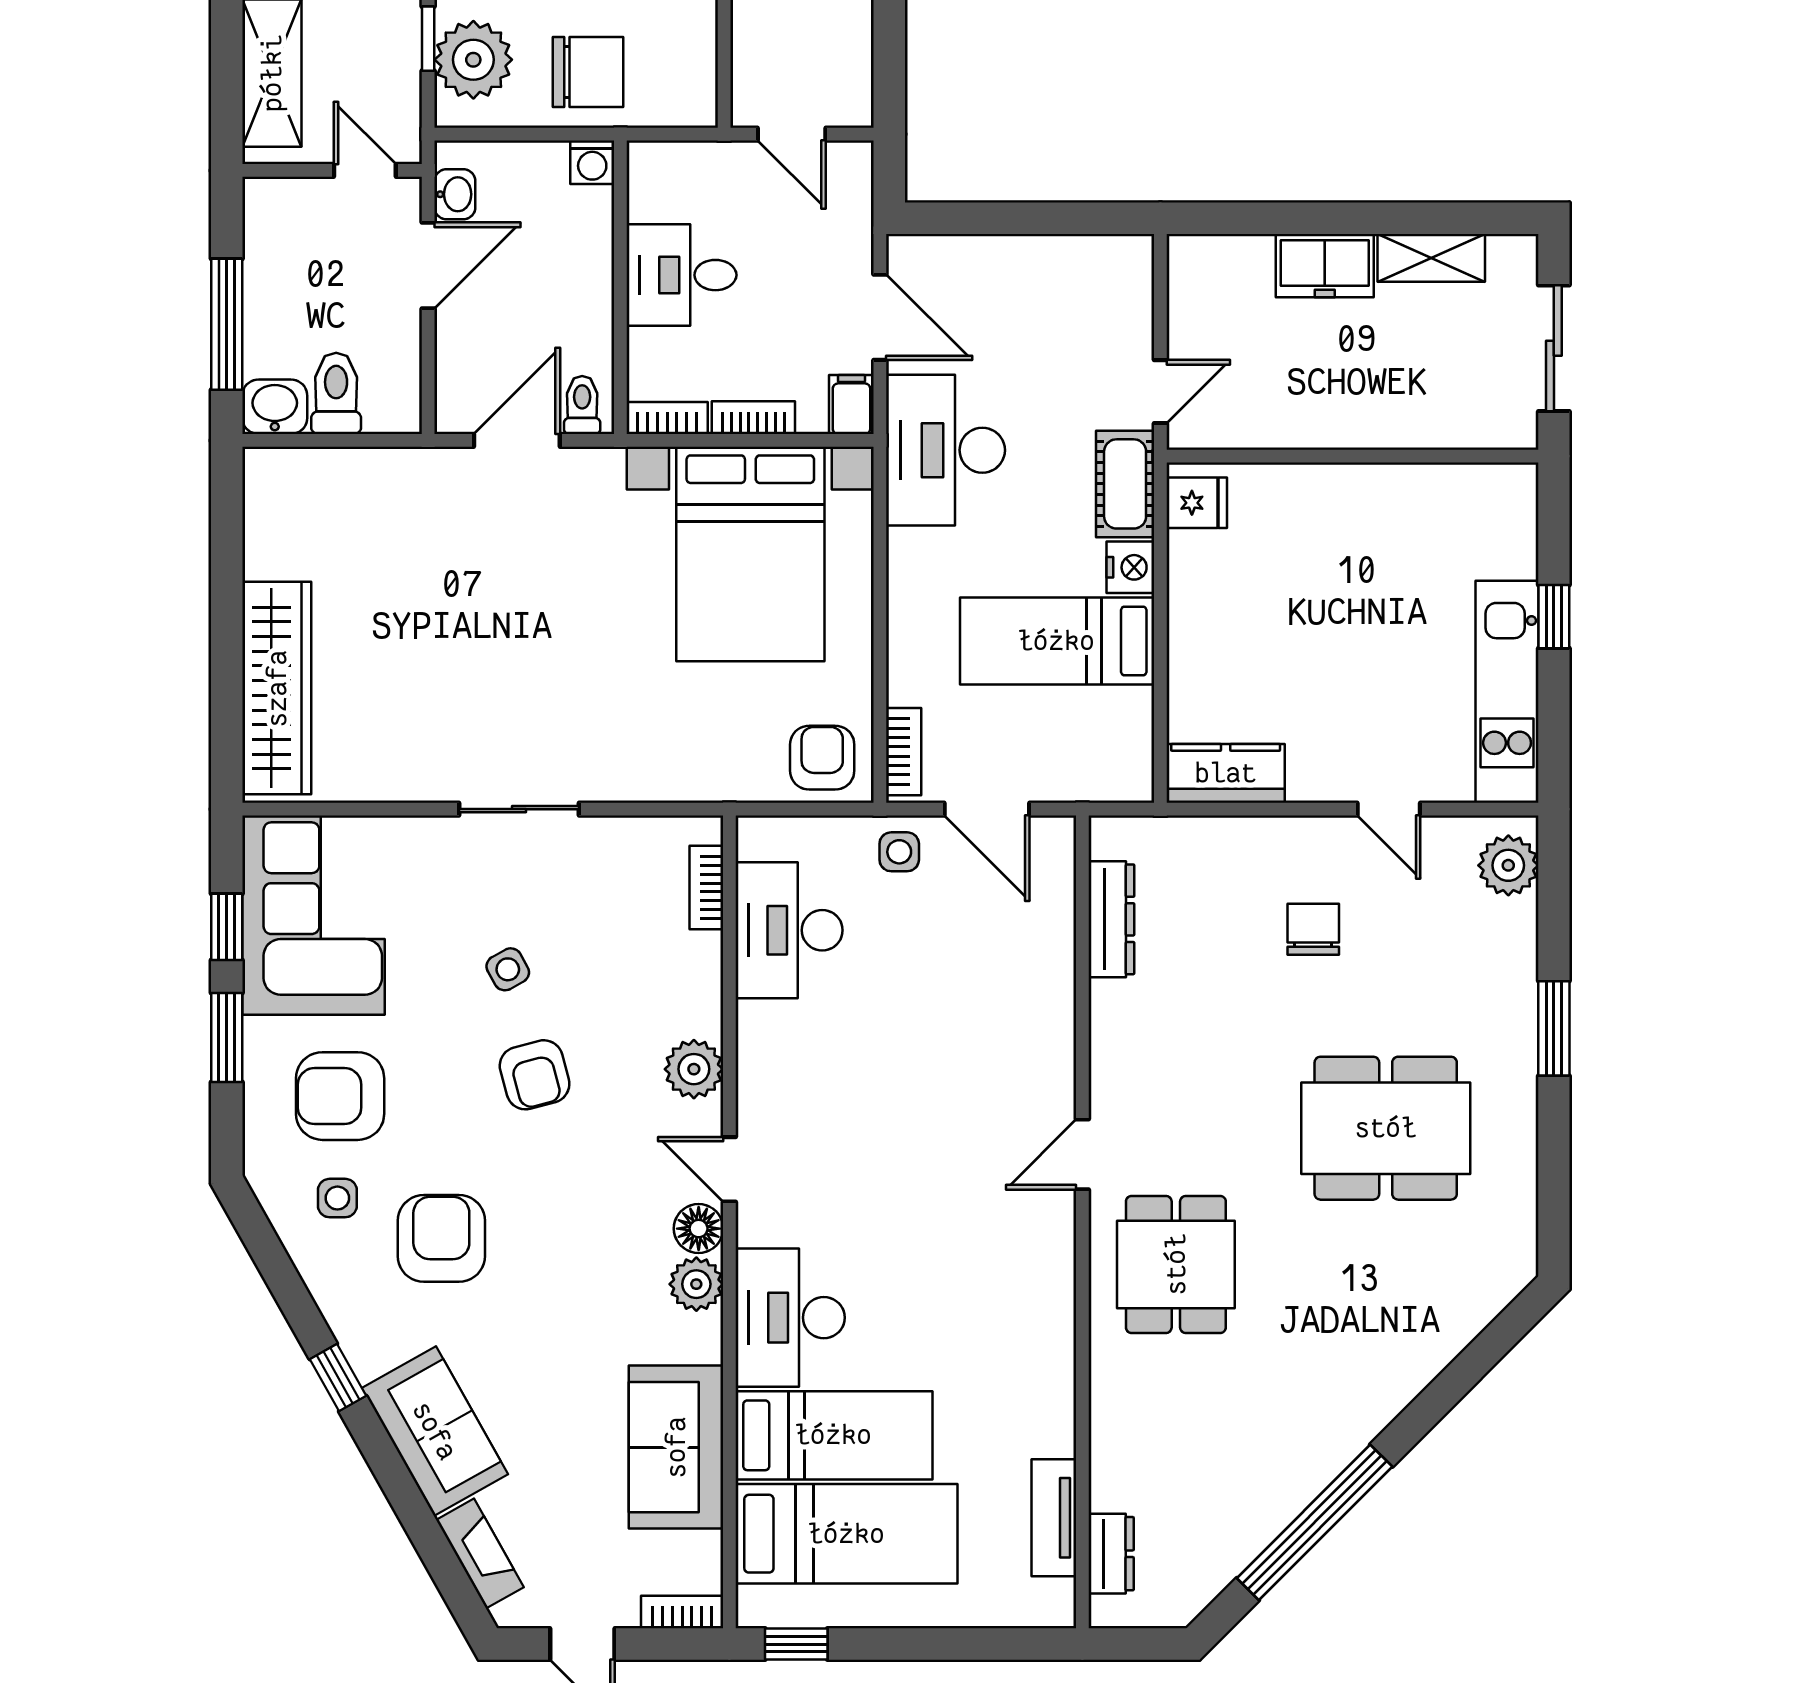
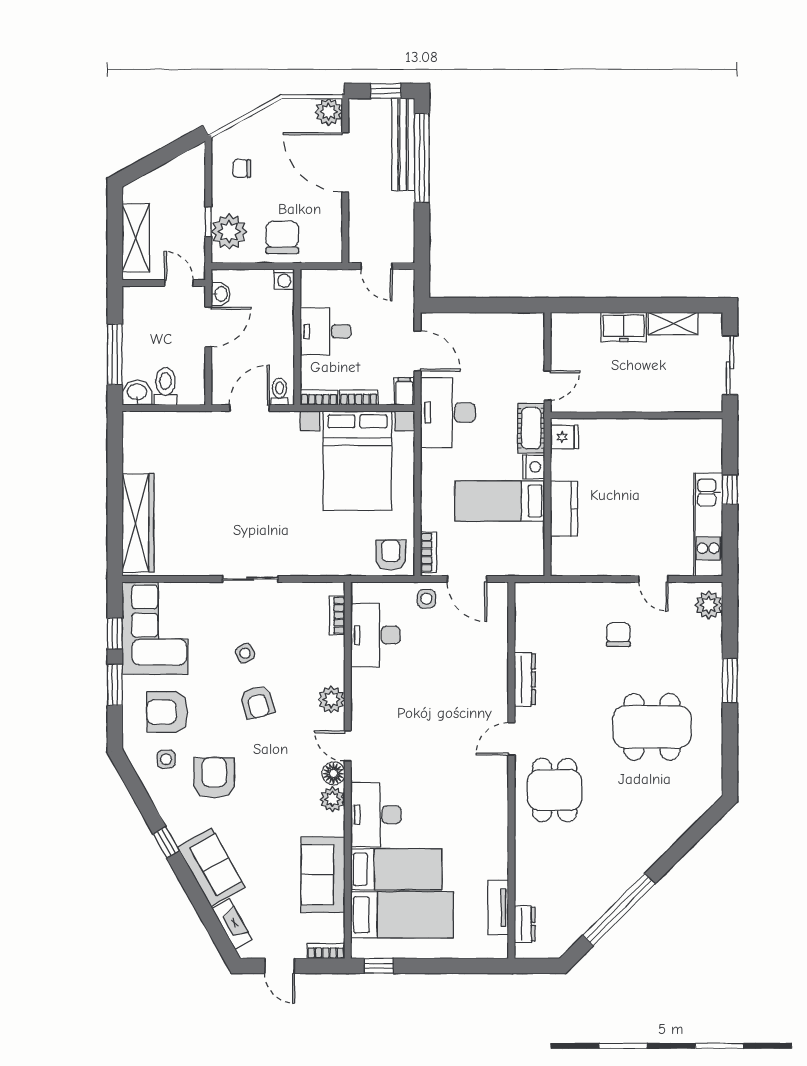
chair: (588, 72) -> (282, 237), turned -90
kitchen counter: (1226, 773) -> (564, 509), moved, turned 90
dresser: (1111, 919) -> (525, 679), moved

